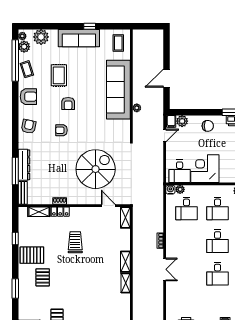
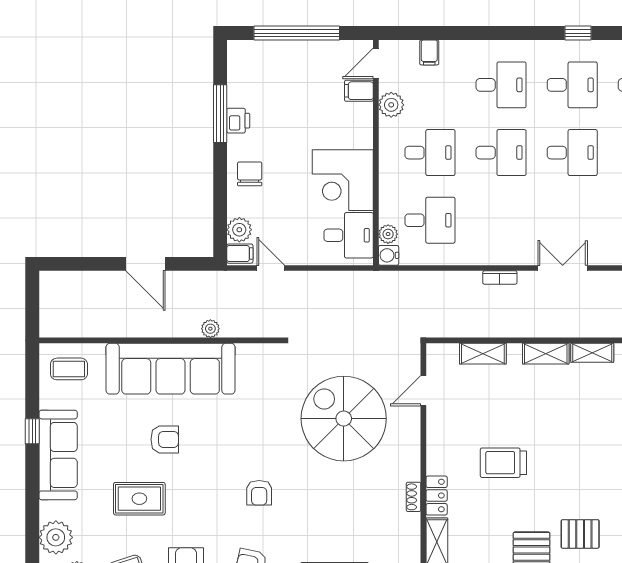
armchair: (68, 104) -> (165, 439), moved
shelving: (125, 217) -> (483, 354), moved

